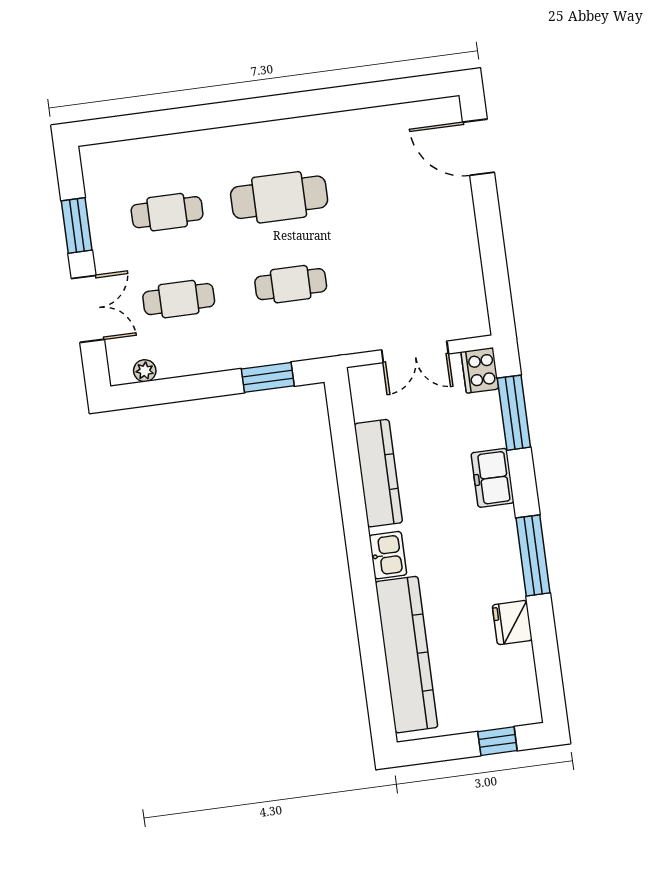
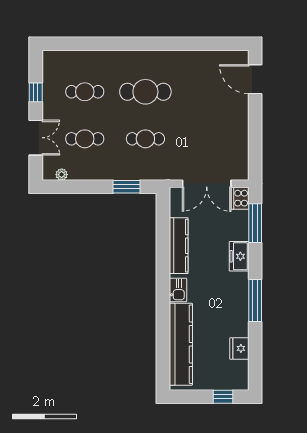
window: (77, 225) -> (36, 92), width x0.67
double door: (415, 352) -> (207, 184), width x1.37
fridge: (512, 623) -> (239, 348), moved

